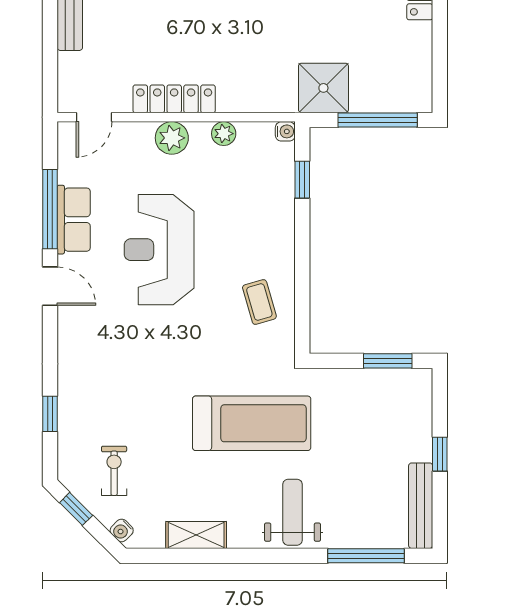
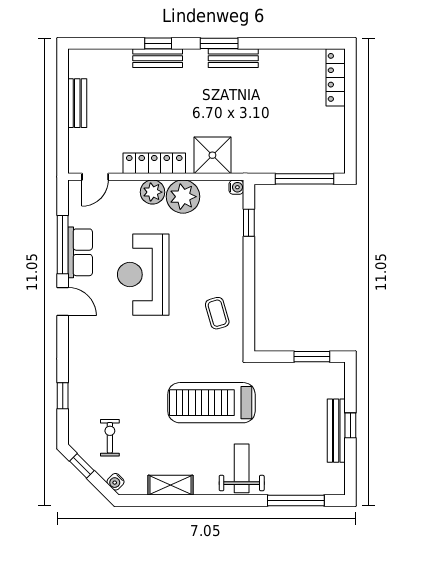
shower: (323, 88) -> (212, 155), moved
plant: (224, 134) -> (183, 197), width x1.87, depth x1.87
treadmill: (252, 423) -> (211, 403), turned 180
bench: (421, 506) -> (336, 431), moved

